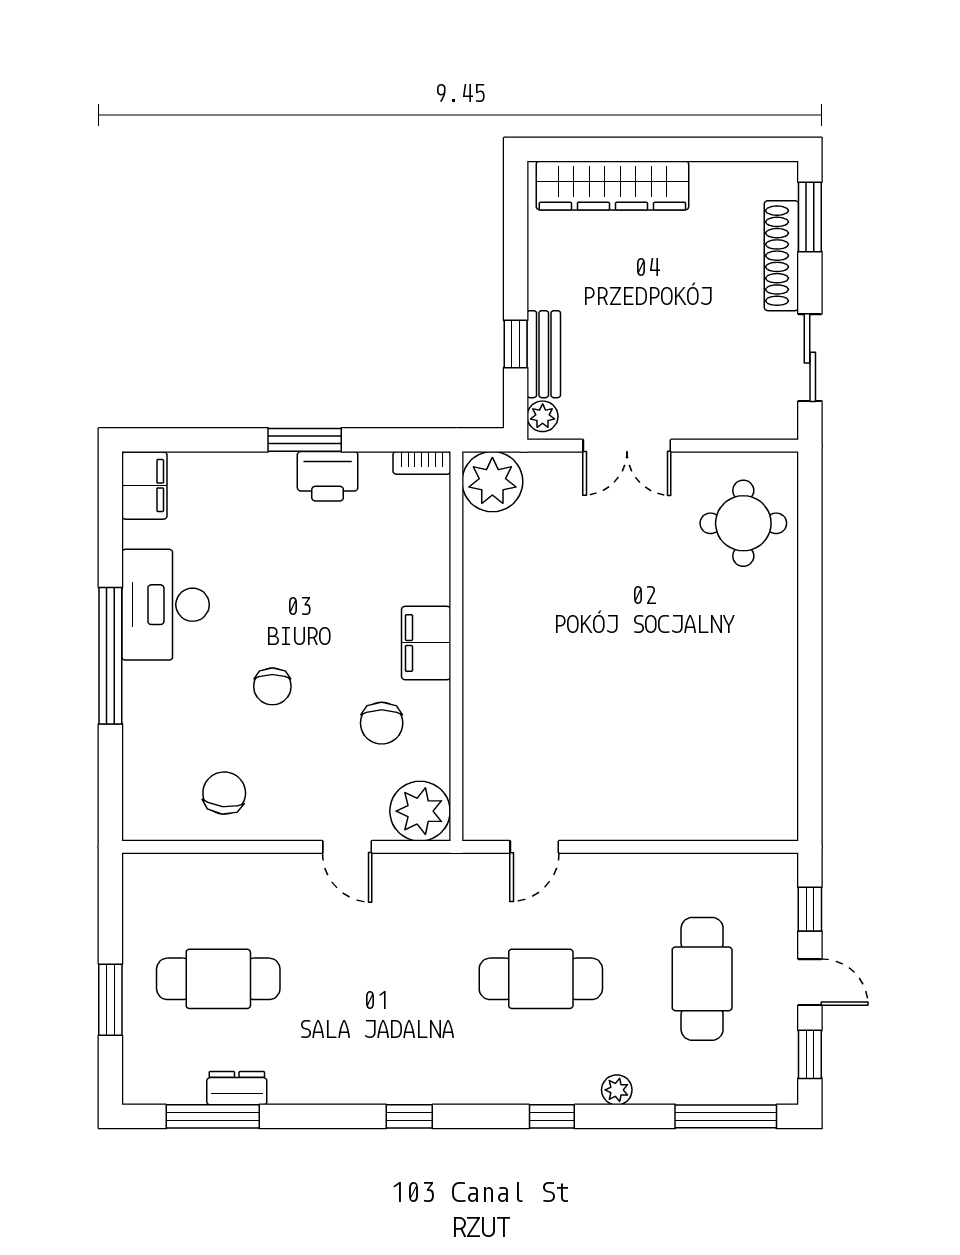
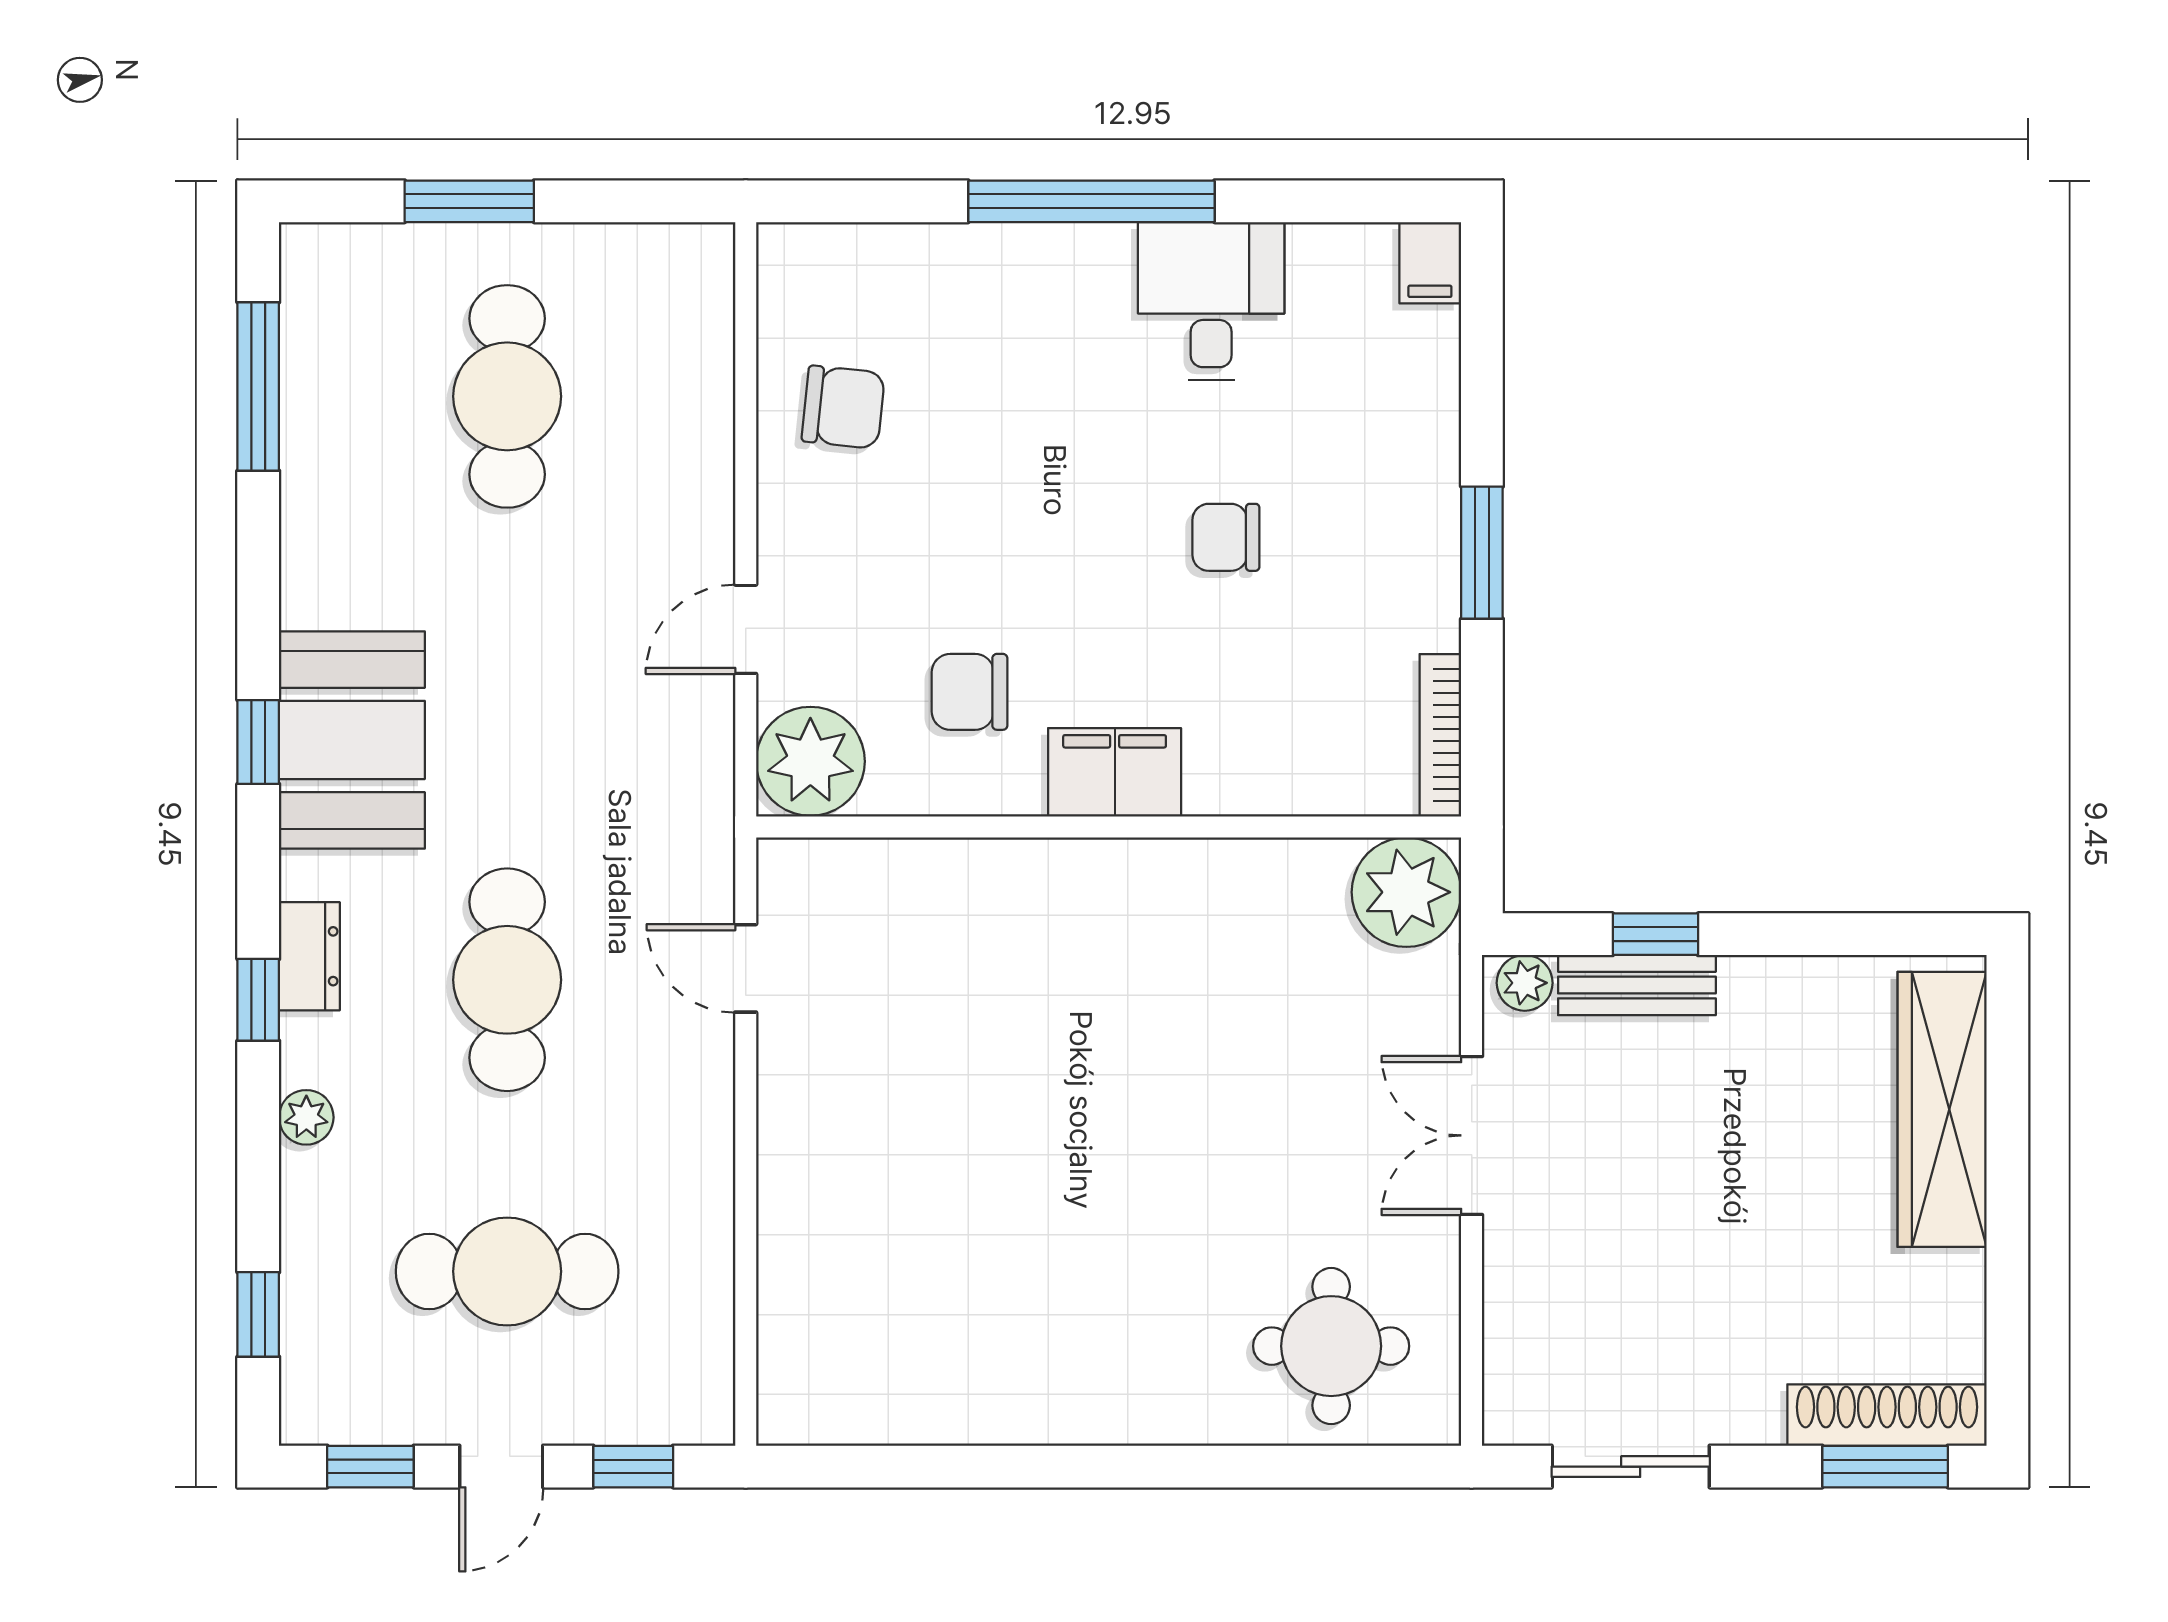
shoe rack: (781, 256) -> (1887, 1415), moved
bookcase: (422, 463) -> (1440, 735), width x1.56
printer: (328, 476) -> (1416, 594), removed
filing cabinet: (144, 486) -> (1430, 263), width x0.50
desk: (166, 605) -> (1211, 301), width x0.73
chair: (272, 686) -> (1226, 537), moved
booth: (408, 1065) -> (352, 740), added
dresser: (237, 1088) -> (309, 956), moved
window: (726, 1116) -> (258, 1314), width x0.46

